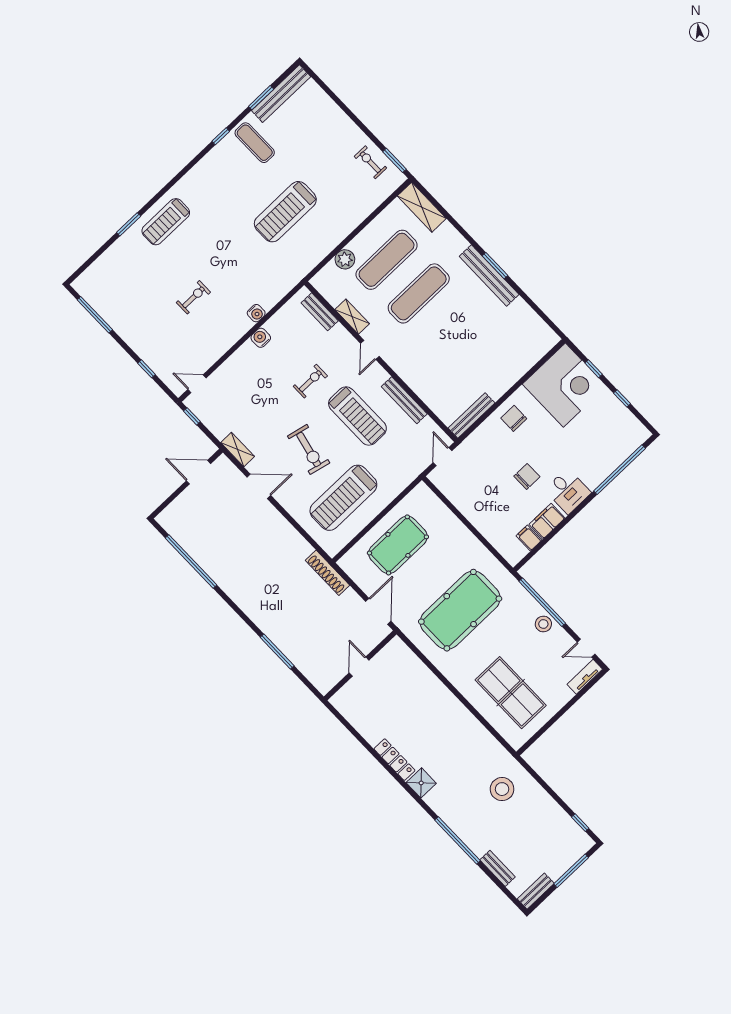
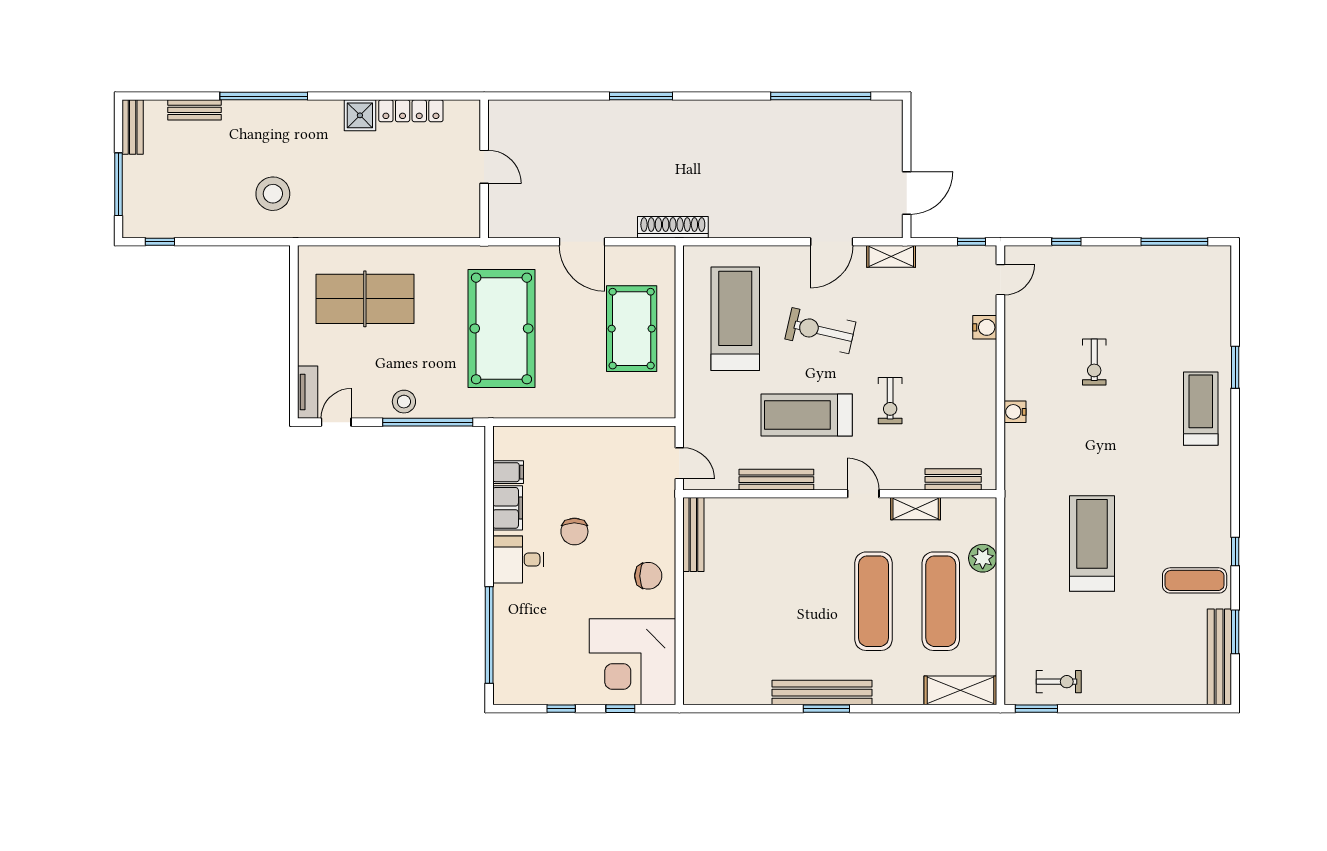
water cooler: (261, 338) -> (985, 327), moved
wall: (360, 665) -> (484, 169), moved
door: (359, 667) -> (484, 167), moved

